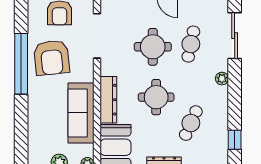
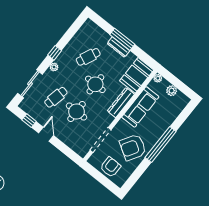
armchair: (52, 58) -> (133, 147), turned -143
window: (21, 64) -> (161, 145), moved
window: (235, 140) -> (55, 53), moved

